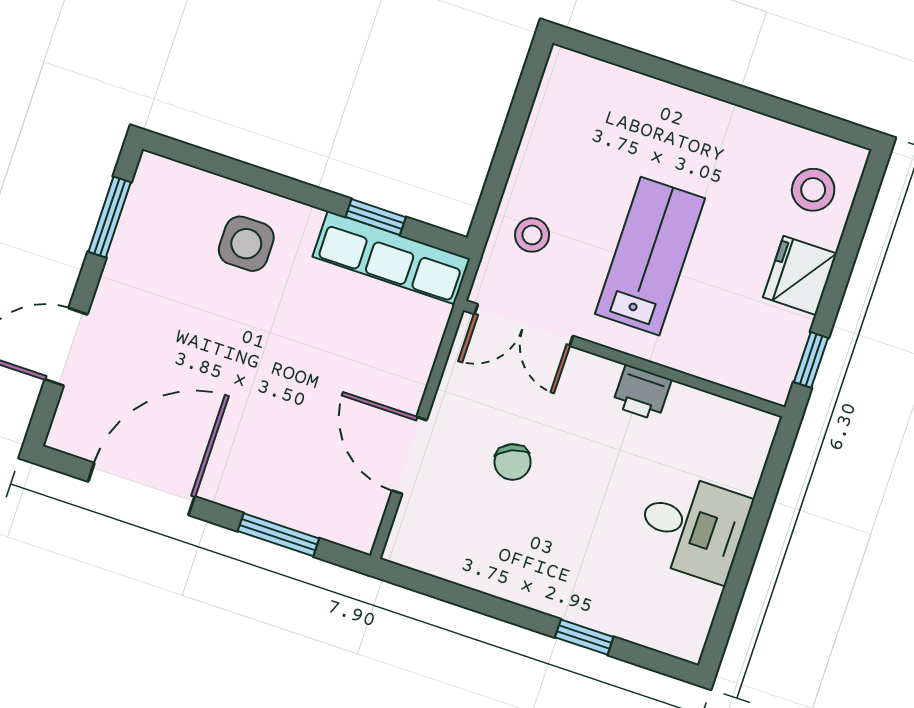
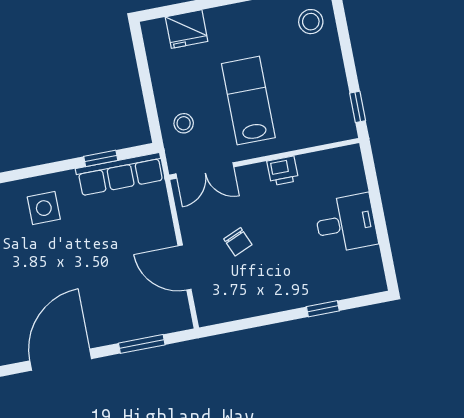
fridge: (800, 275) -> (187, 29), moved, turned -90

